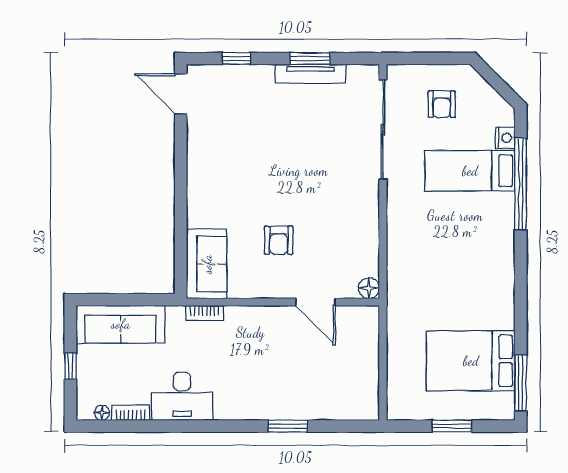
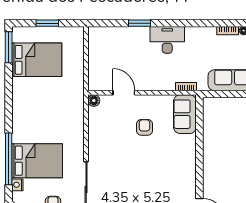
bed: (470, 171) -> (37, 161), width x1.50
desk: (182, 396) -> (167, 40), moved

